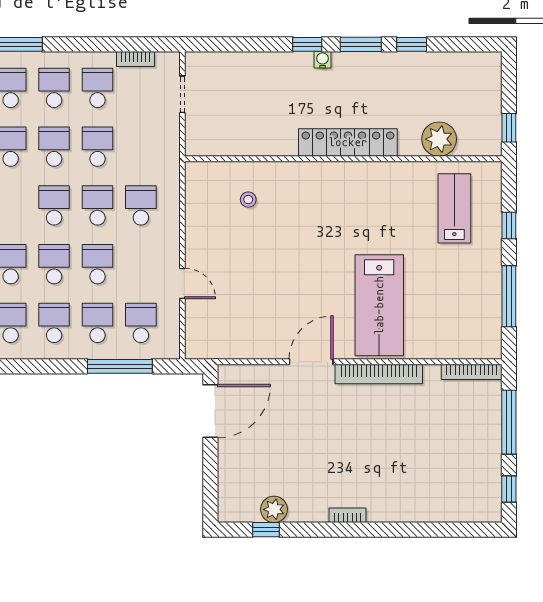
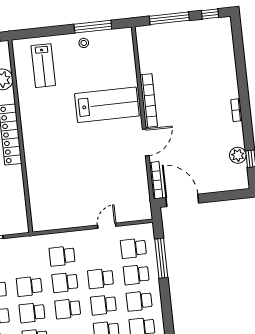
stool: (248, 200) -> (84, 43), moved
lab bench: (454, 208) -> (43, 66), turned -90
window: (509, 226) -> (50, 31), removed
door: (311, 362) -> (146, 142), swing flipped
bookcase: (472, 372) -> (156, 180), moved

